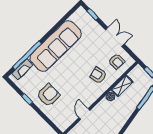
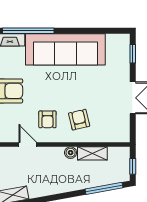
armchair: (117, 61) -> (47, 119), moved
door: (84, 114) -> (28, 145), hinge flipped

